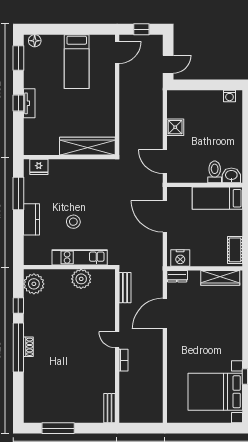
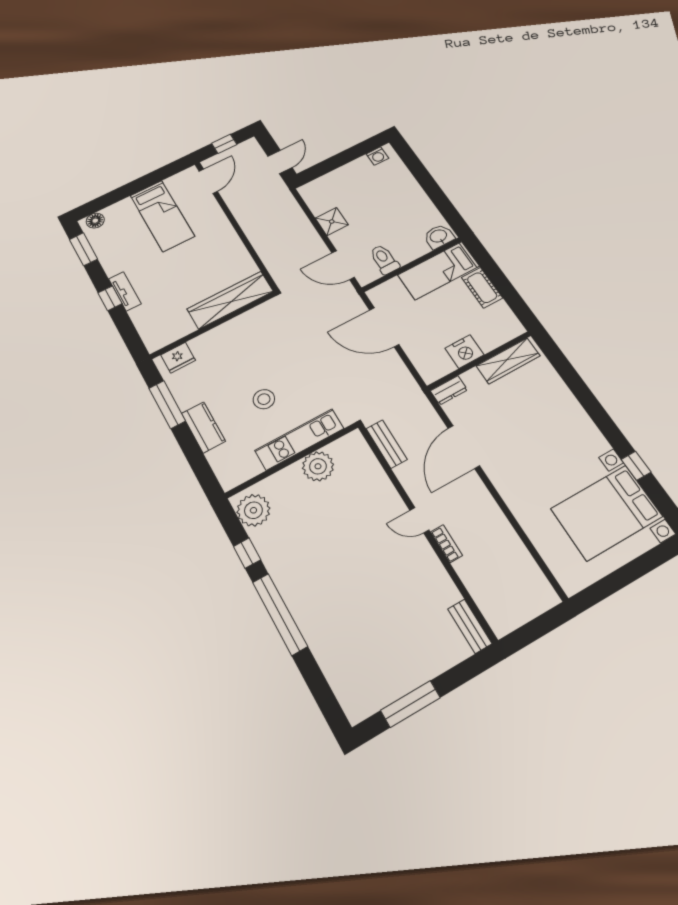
toilet: (215, 172) -> (384, 259), moved
cot: (235, 250) -> (482, 288), moved
nightstand: (180, 258) -> (464, 351), moved
shoe rack: (28, 347) -> (295, 604), removed

